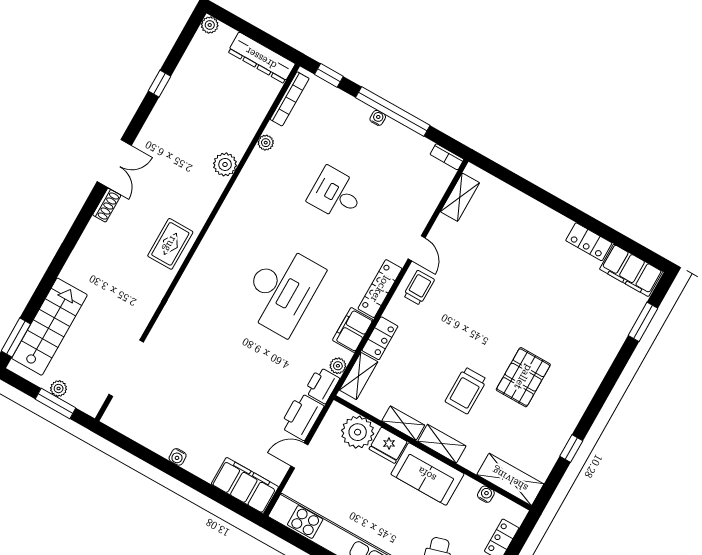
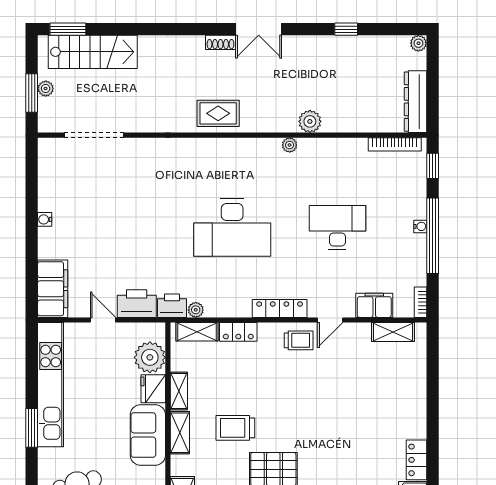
plant: (266, 143) -> (290, 145), moved
desk: (336, 194) -> (337, 228), width x1.37
filing cabinet: (353, 330) -> (374, 305), moved

